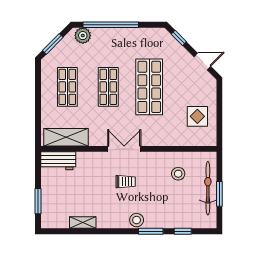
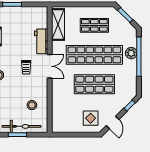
plant: (83, 36) -> (131, 53), moved
shop shelf: (108, 87) -> (94, 55), width x2.00, depth x1.36
display table: (197, 116) -> (91, 118), moved
workbench: (58, 161) -> (41, 41), moved

